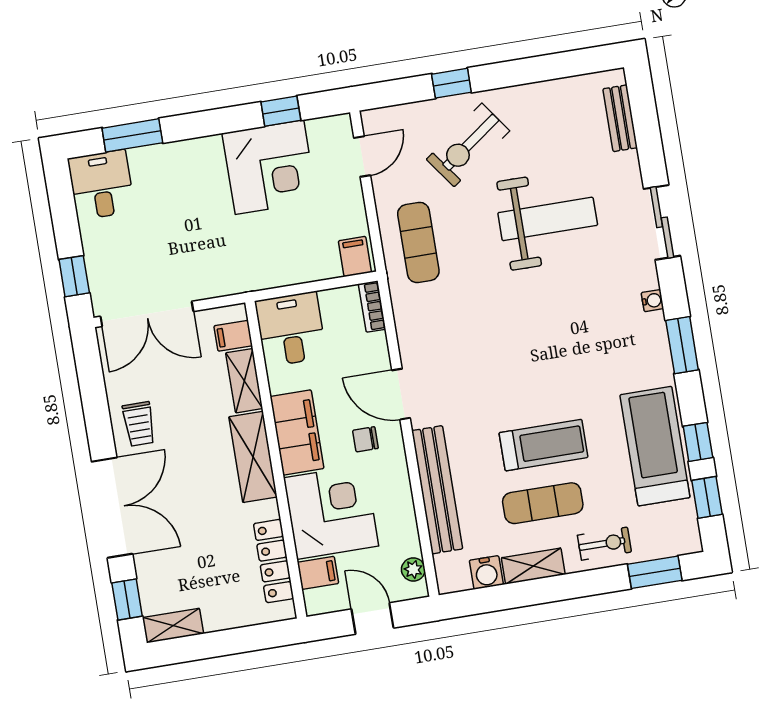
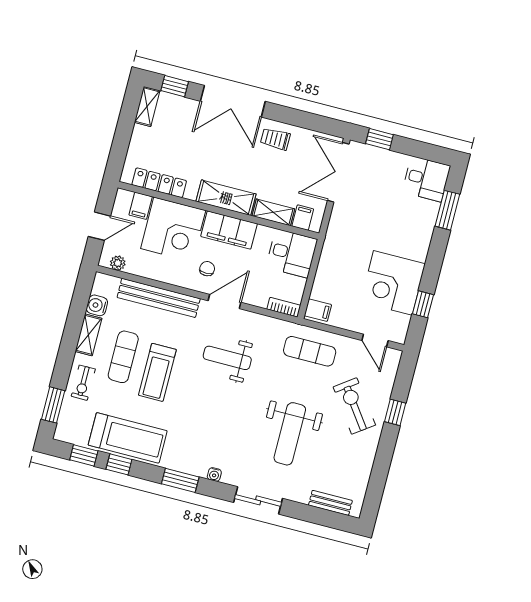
weight bench: (479, 355) -> (227, 358), added

